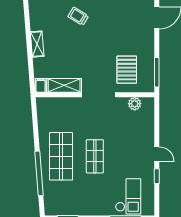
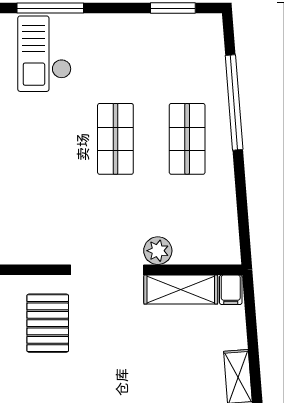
plant: (135, 104) -> (158, 251), moved
shop shelf: (61, 156) -> (187, 139), width x0.70, depth x0.74

